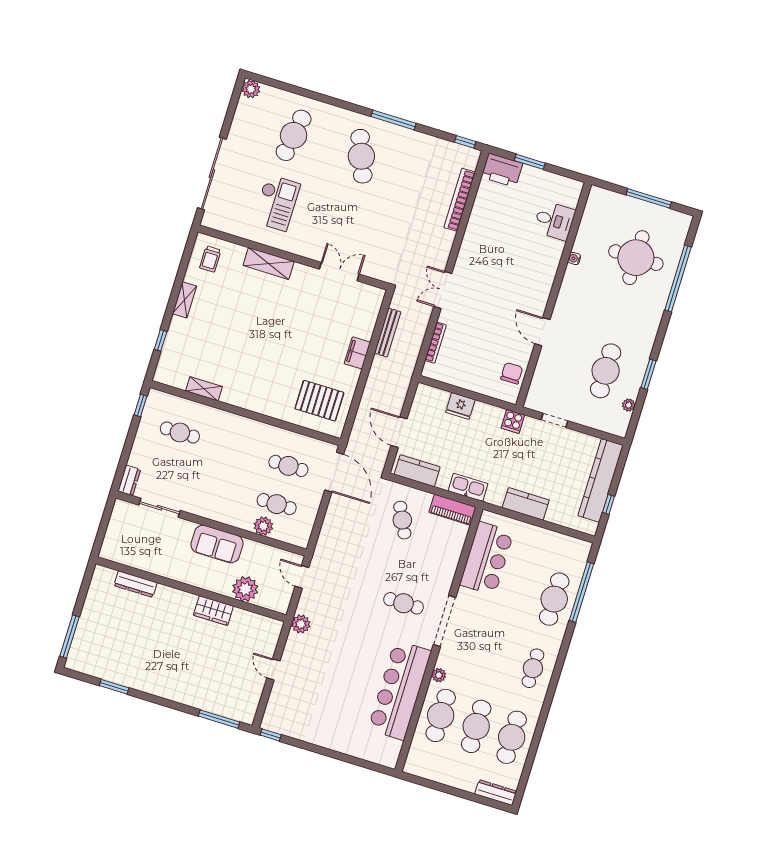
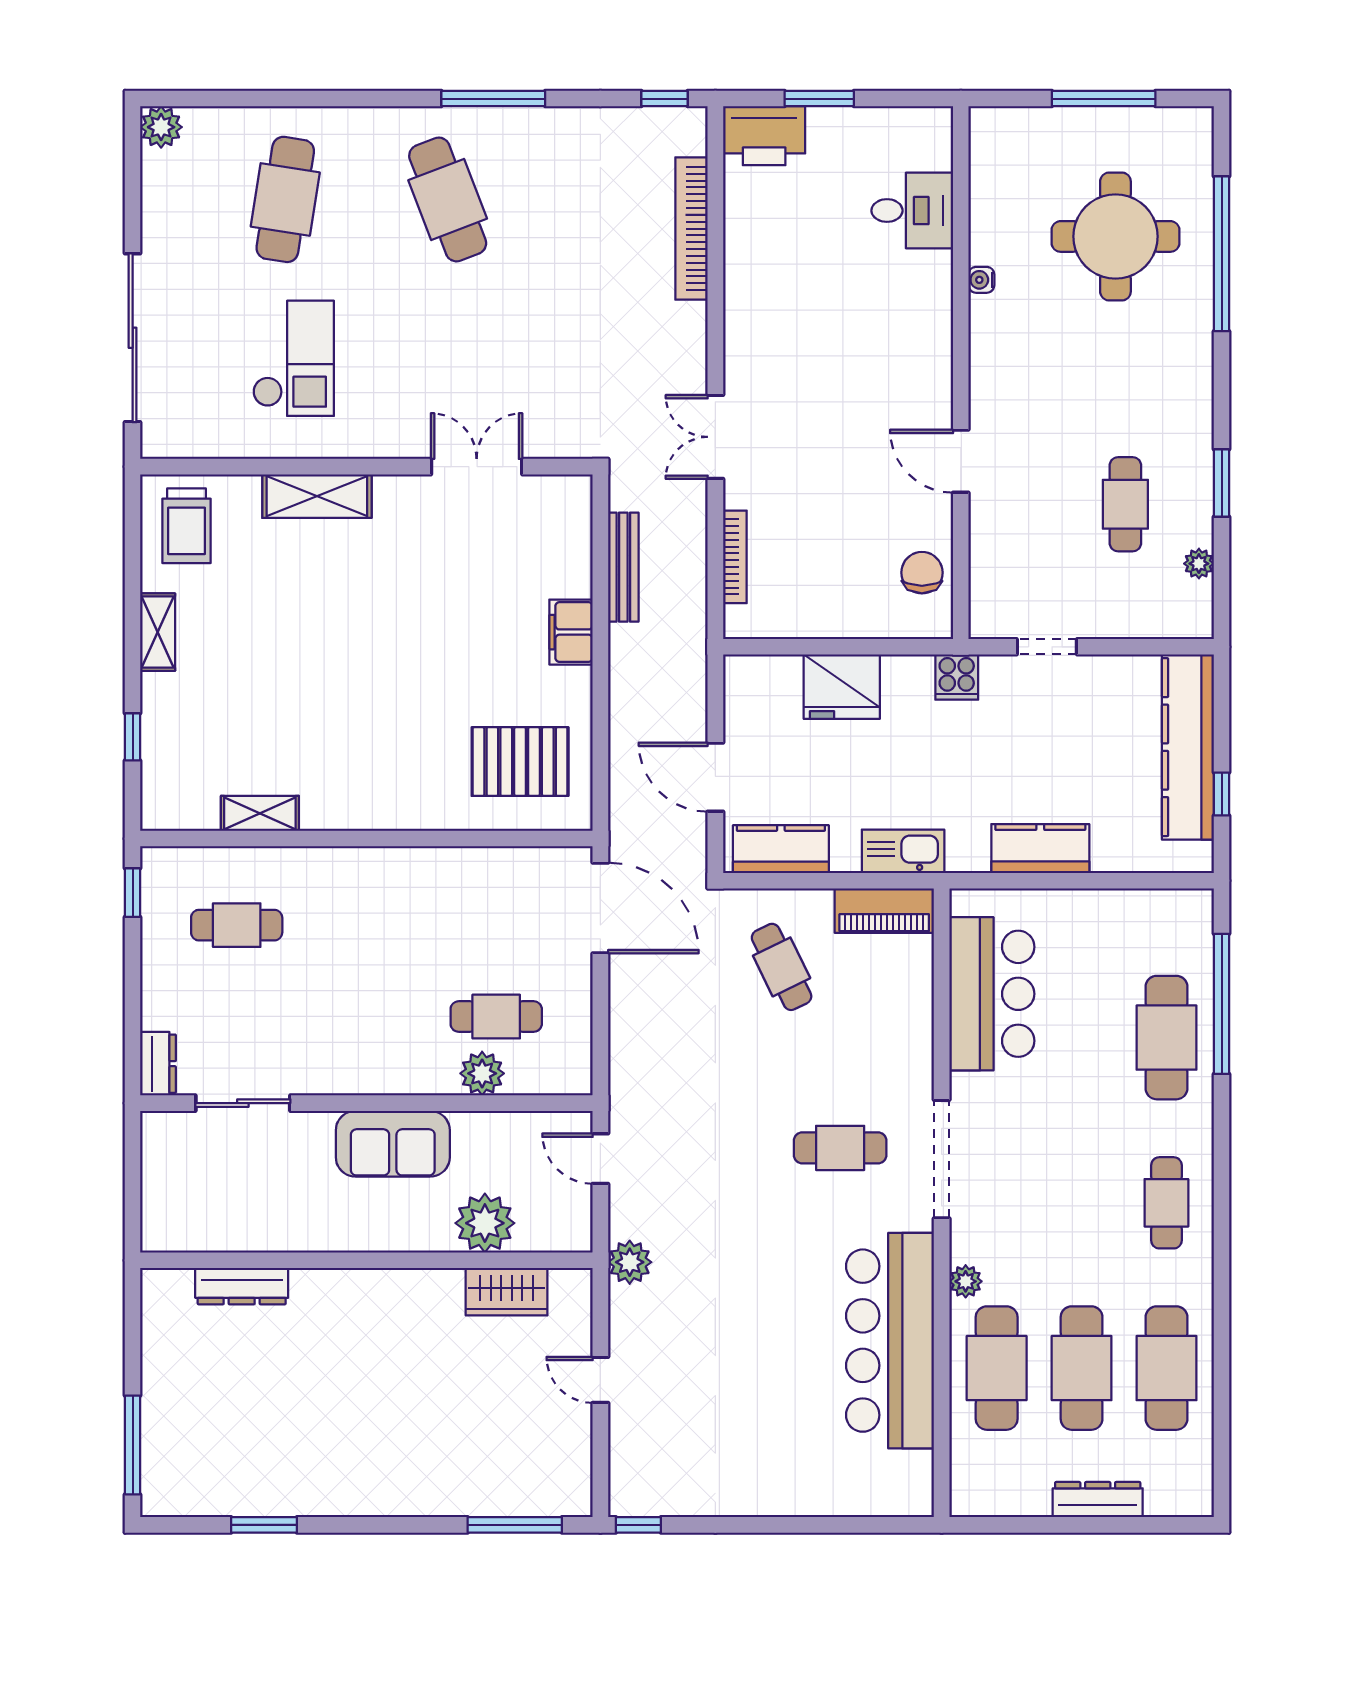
trolley: (210, 259) -> (186, 526), width x1.36, depth x1.39
cafe table: (606, 371) -> (1125, 504), width x0.73, depth x0.74
fridge: (460, 406) -> (842, 687), width x1.36, depth x1.34
cafe table: (288, 466) -> (496, 925), removed
wardrobe: (213, 611) -> (507, 1292), moved
dresser: (496, 793) -> (1098, 1500), moved

